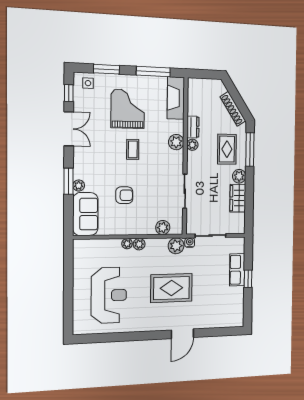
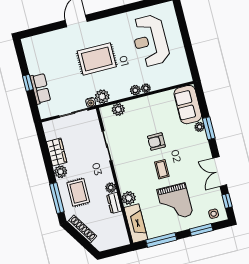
plant: (176, 142) -> (129, 198), moved
armchair: (124, 195) -> (156, 142), moved

